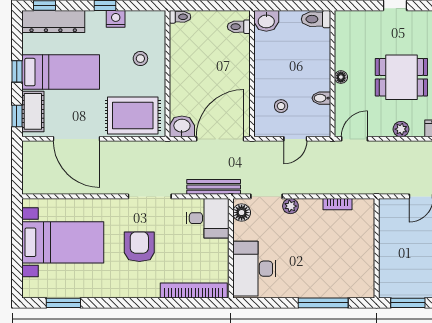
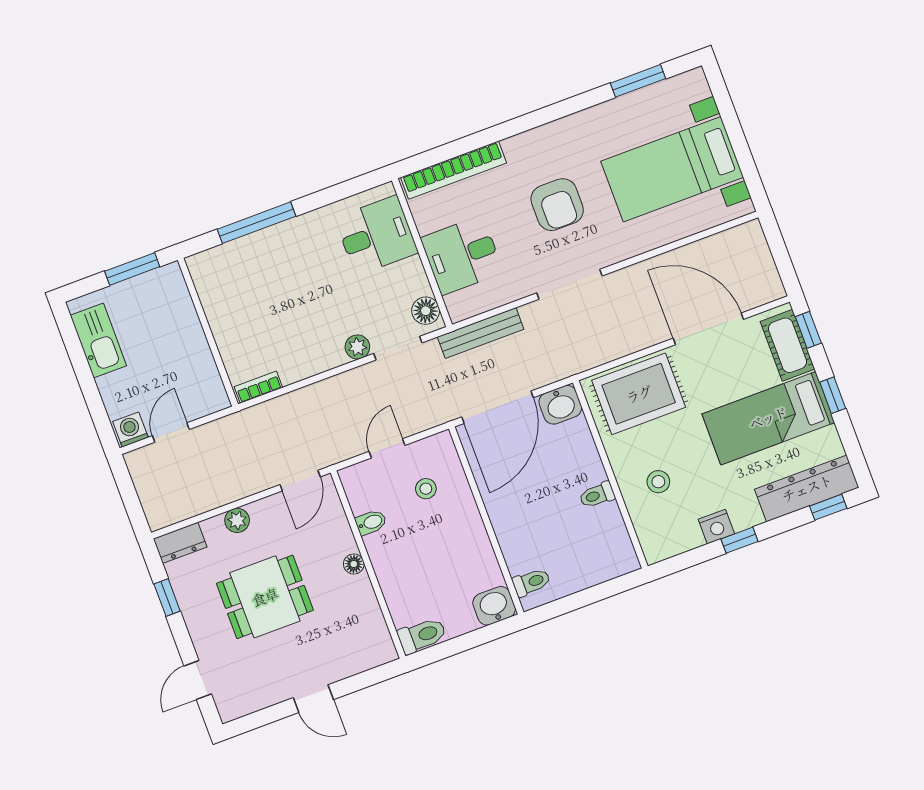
toilet: (180, 17) -> (597, 495), moved
bookcase: (337, 204) -> (258, 387), moved
desk: (207, 218) -> (462, 255), moved
desk: (254, 269) -> (376, 235), width x0.73

